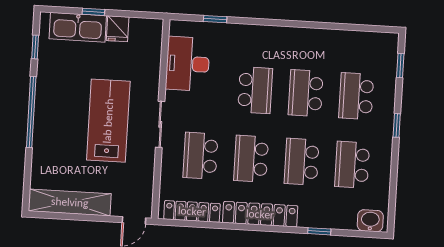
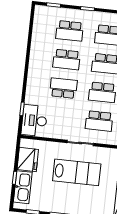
fridge: (118, 29) -> (28, 159), width x1.88, depth x1.34
desk: (188, 64) -> (34, 121), moved, turned 90
lab bench: (108, 121) -> (77, 172), turned 180

